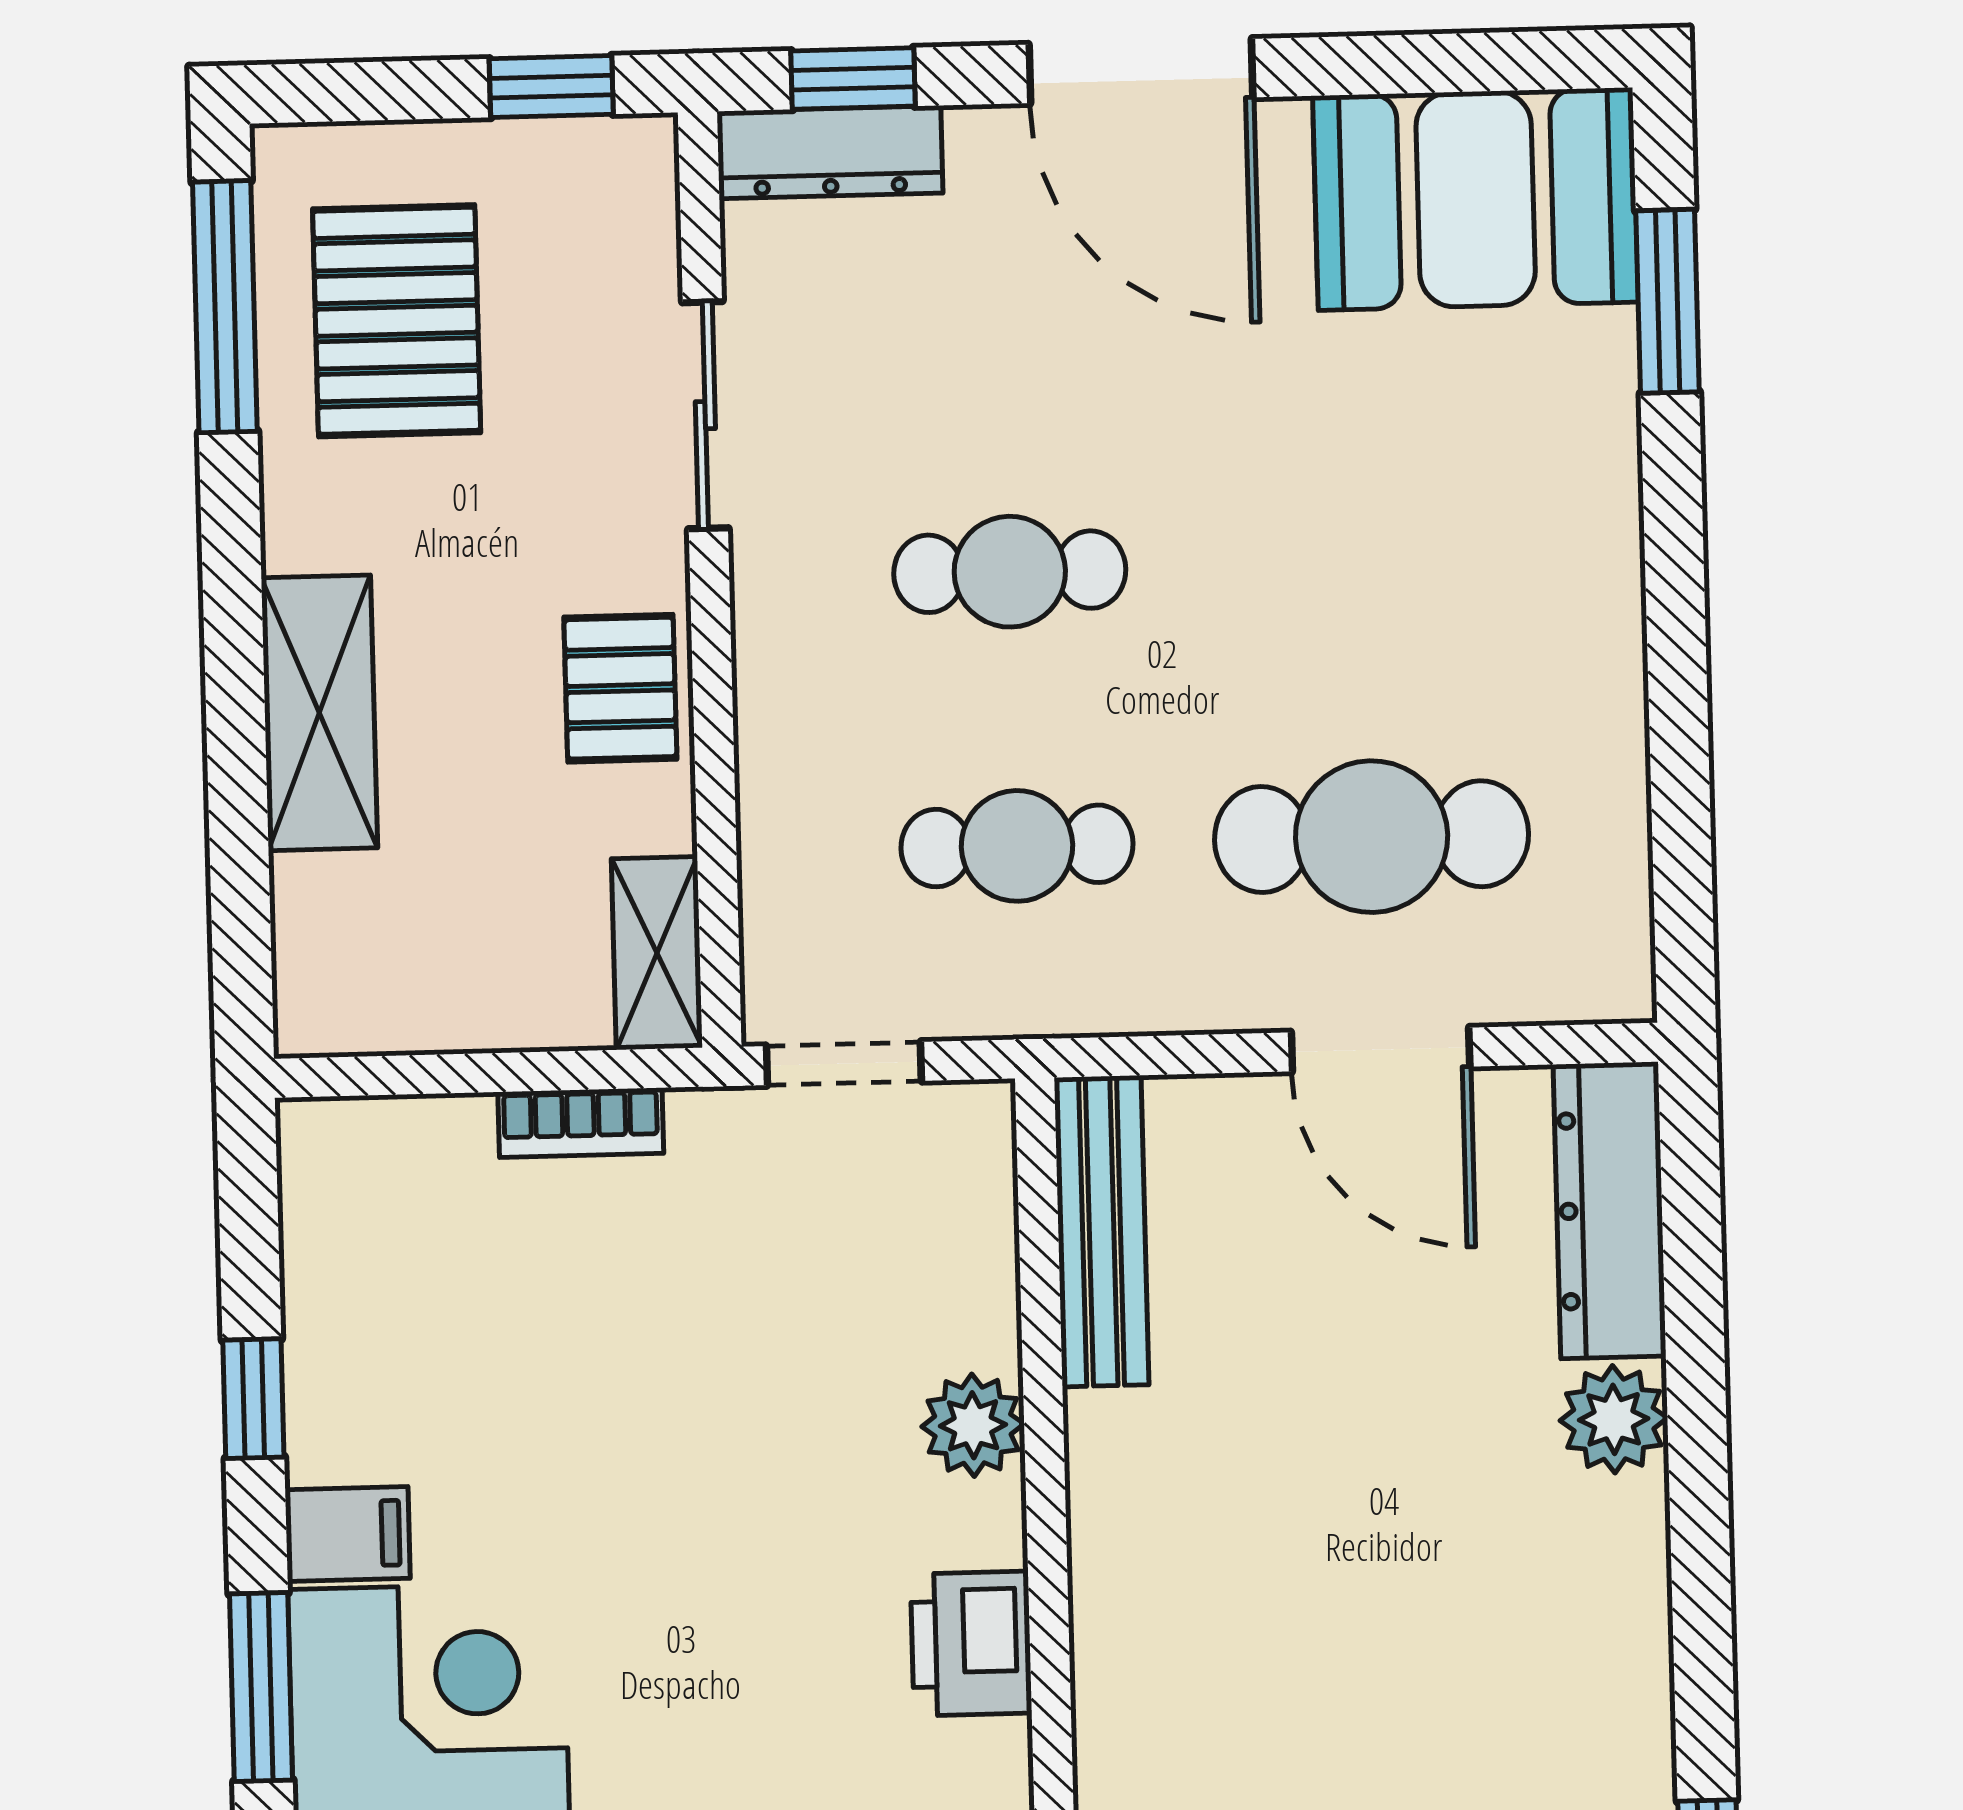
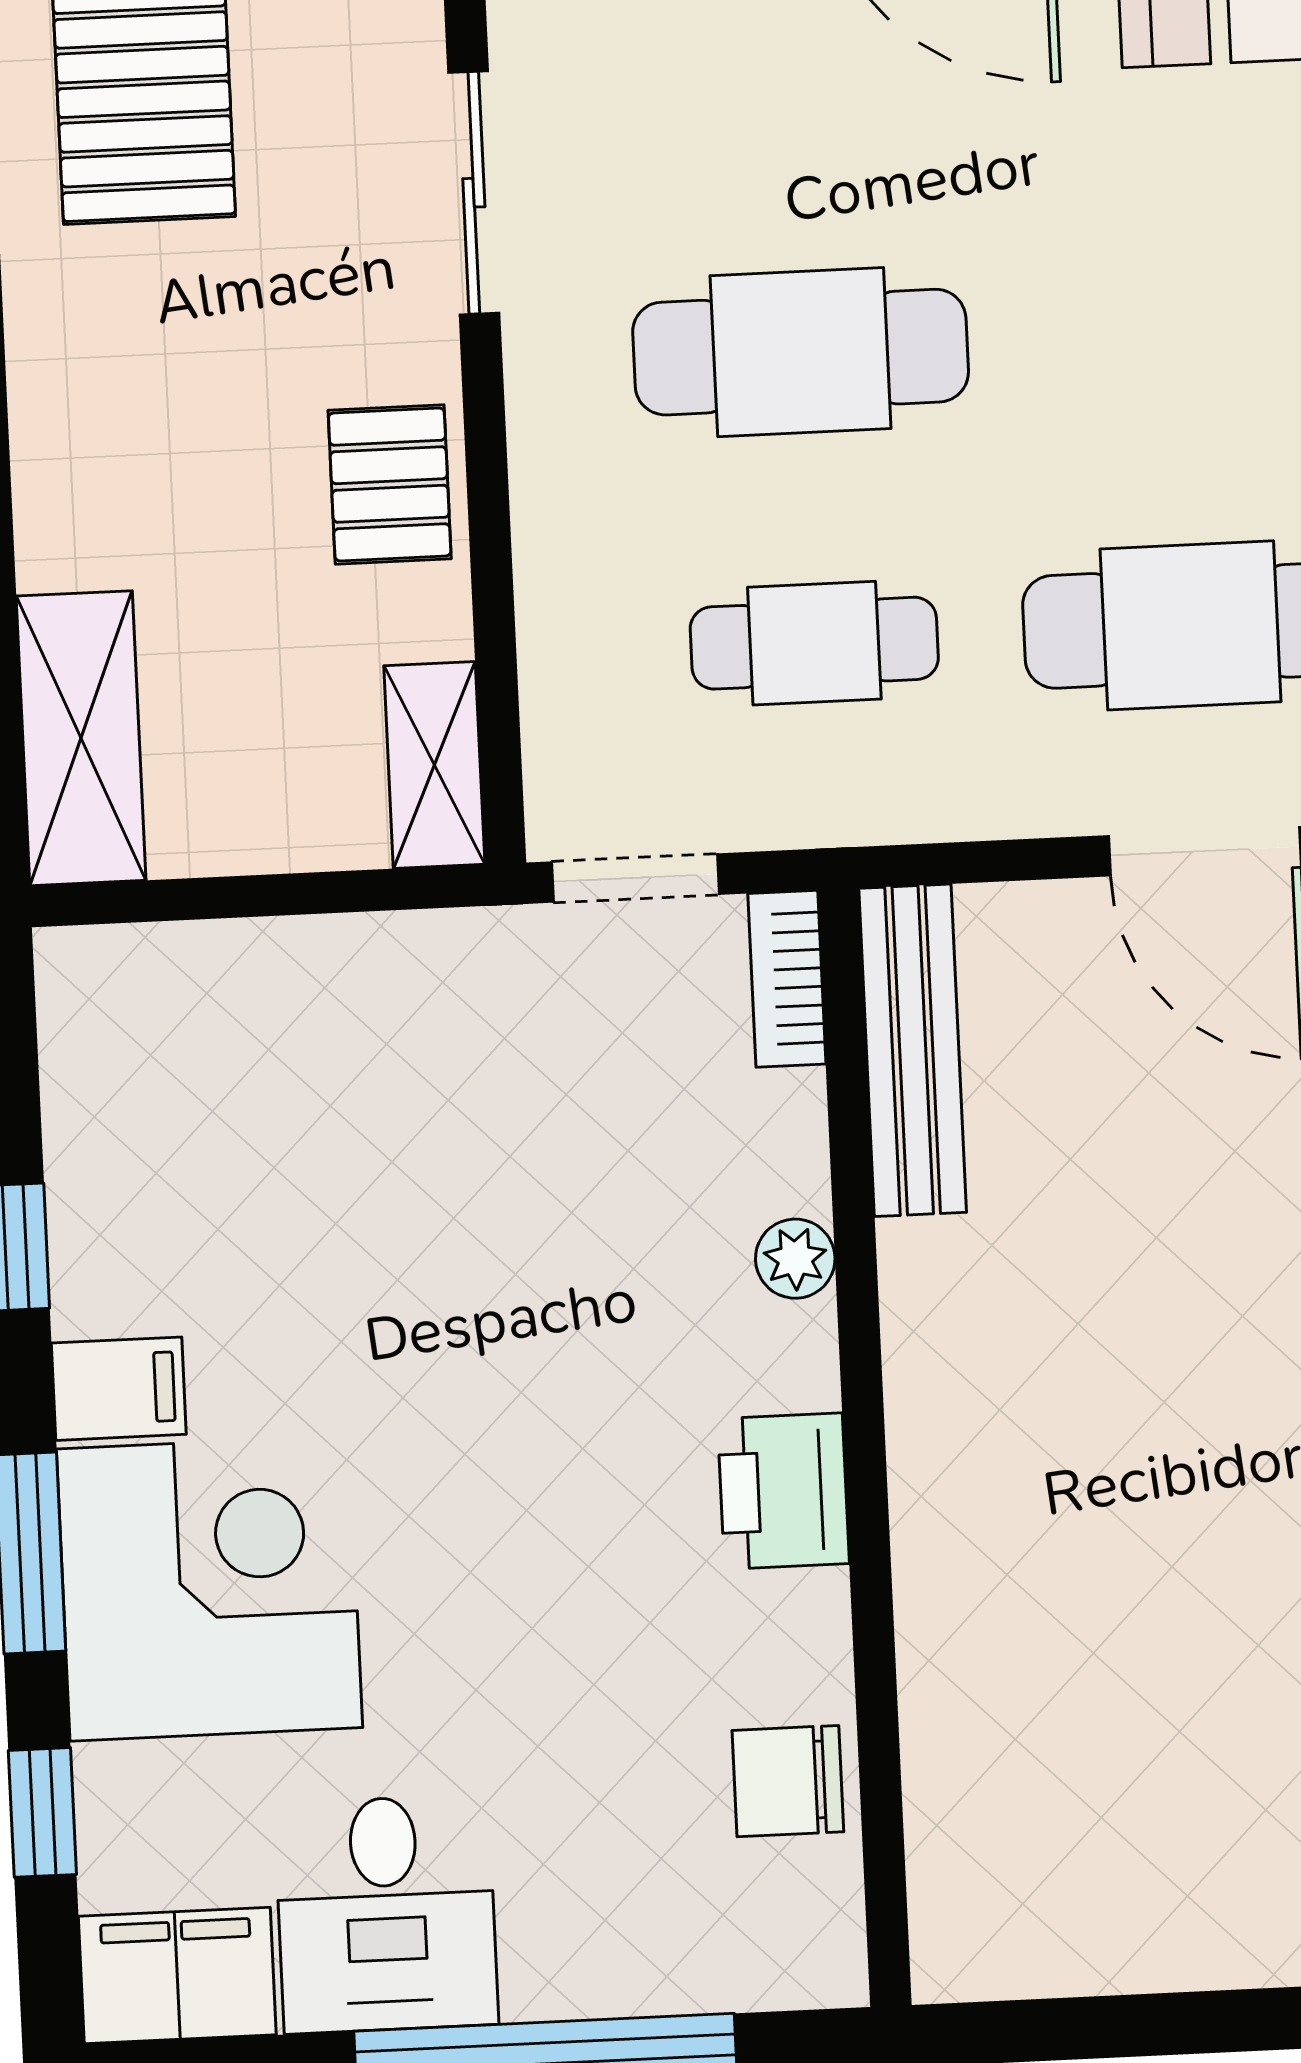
cafe table: (1010, 572) -> (801, 352), width x1.37, depth x1.35
shelving: (319, 713) -> (81, 738), moved
bookcase: (581, 1123) -> (787, 979), moved, turned 90
plant: (973, 1425) -> (795, 1259), width x0.73, depth x0.73

